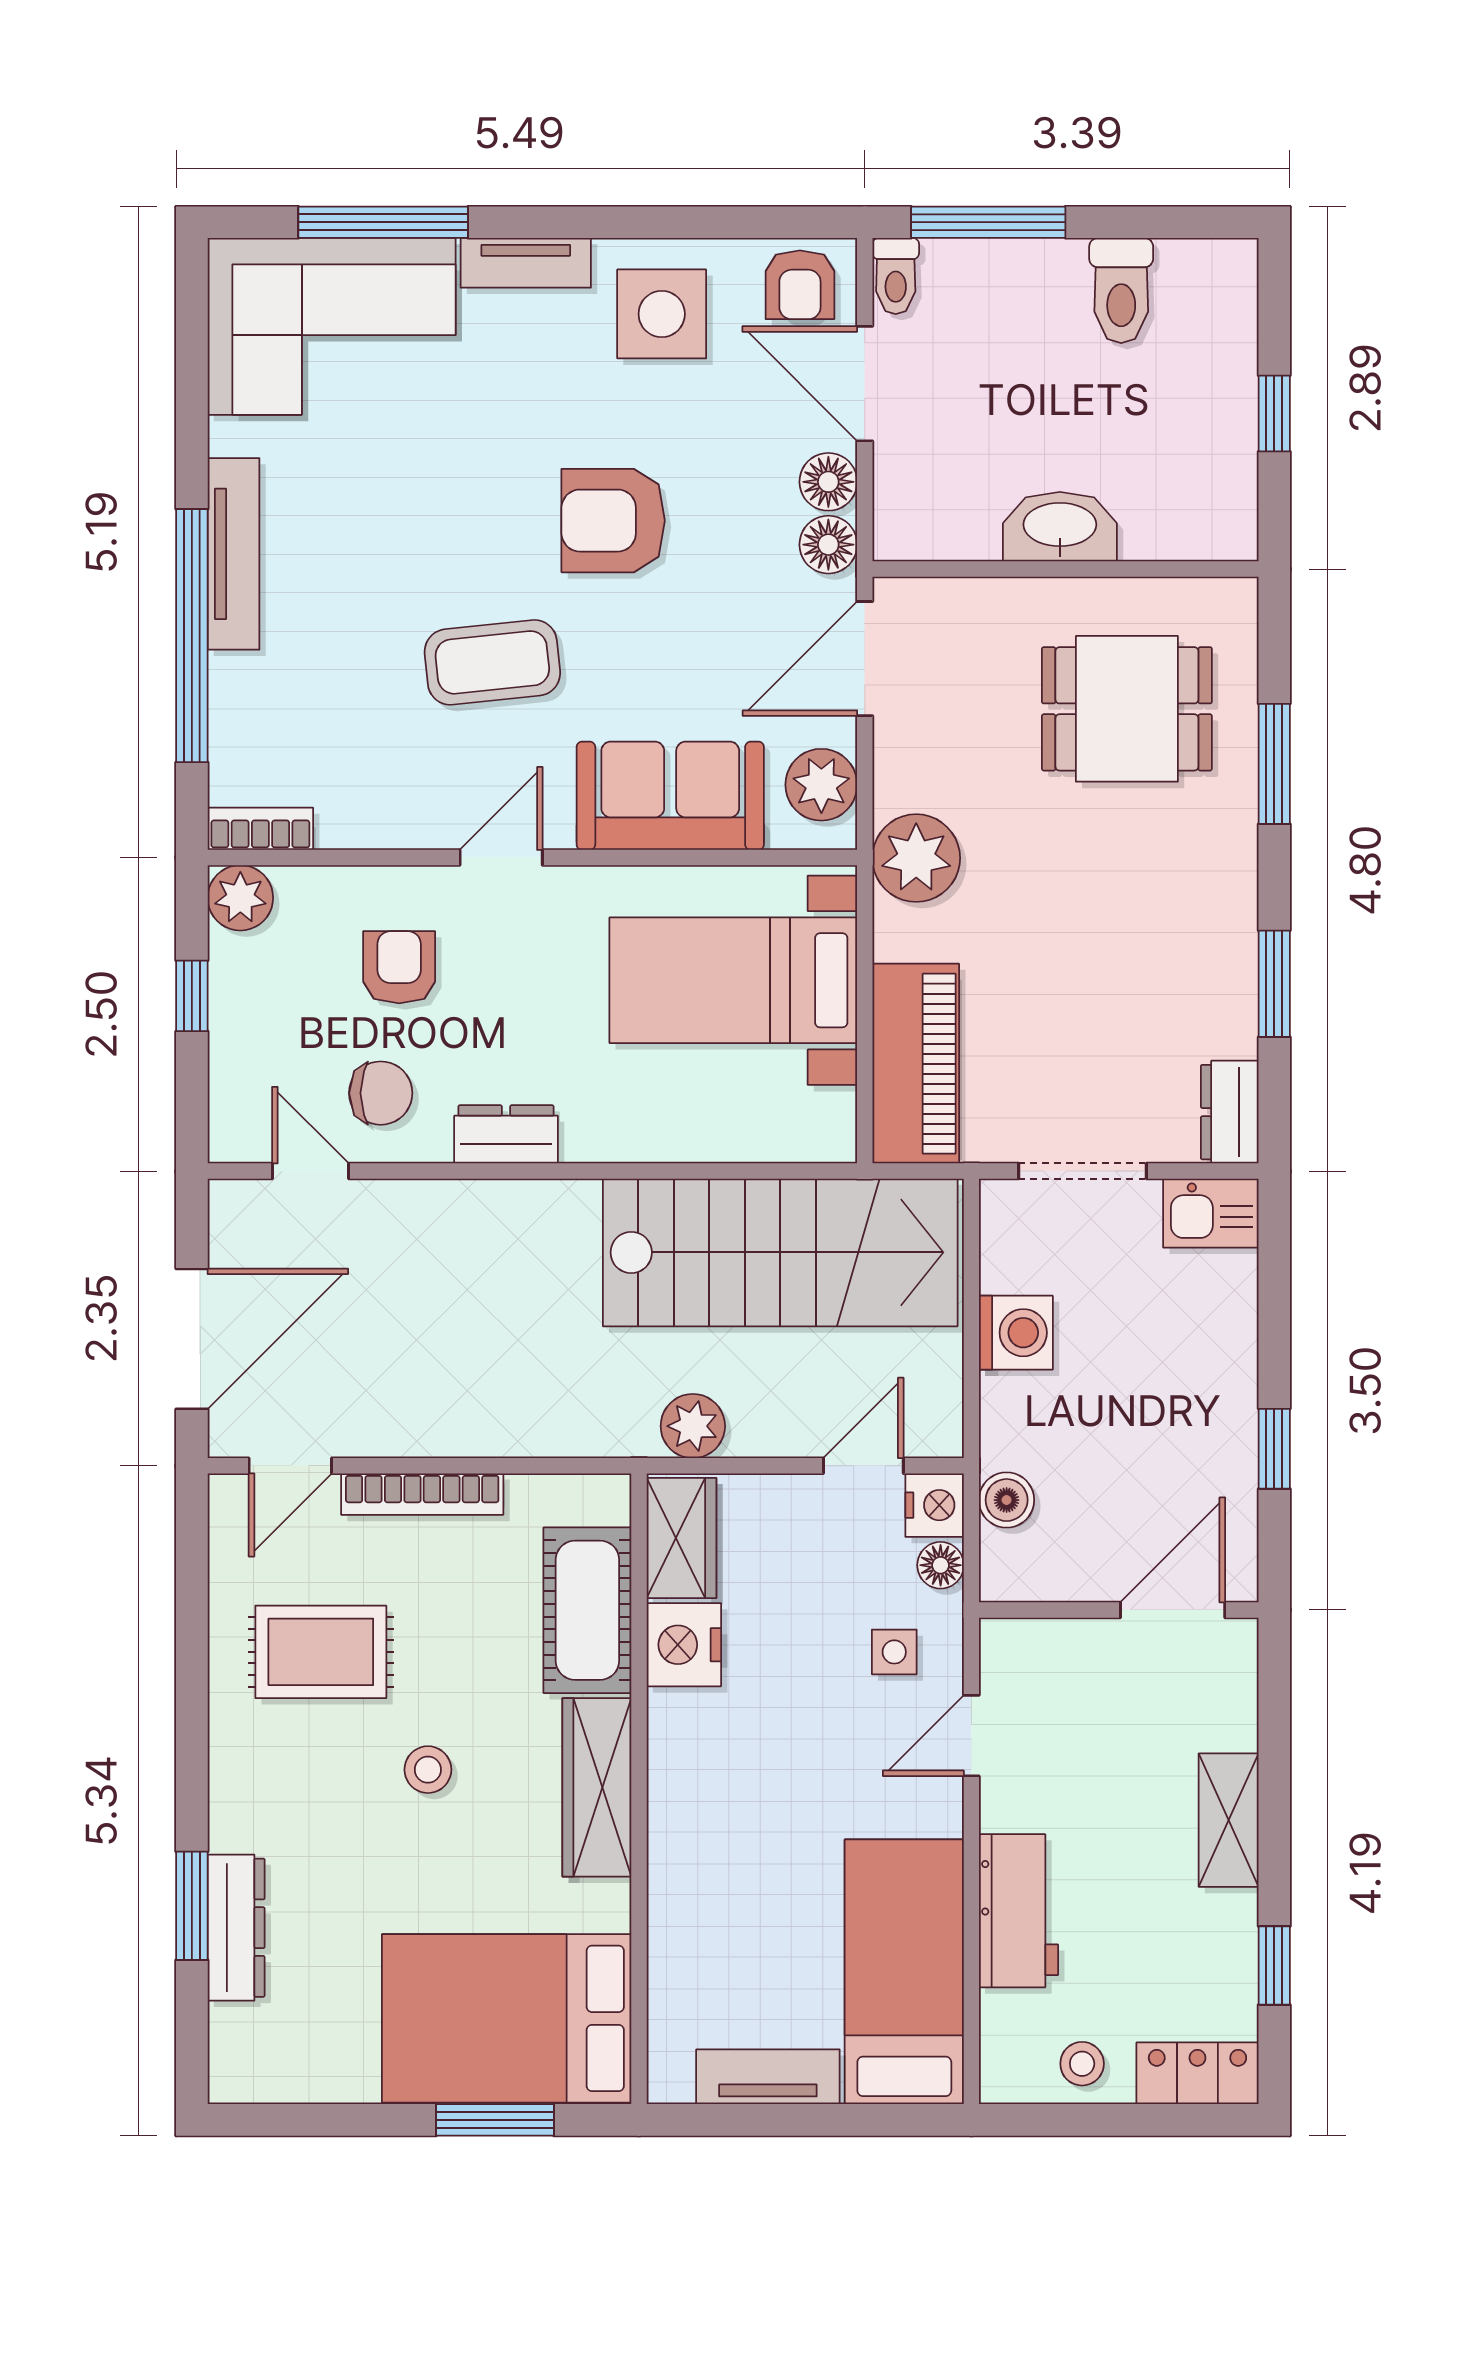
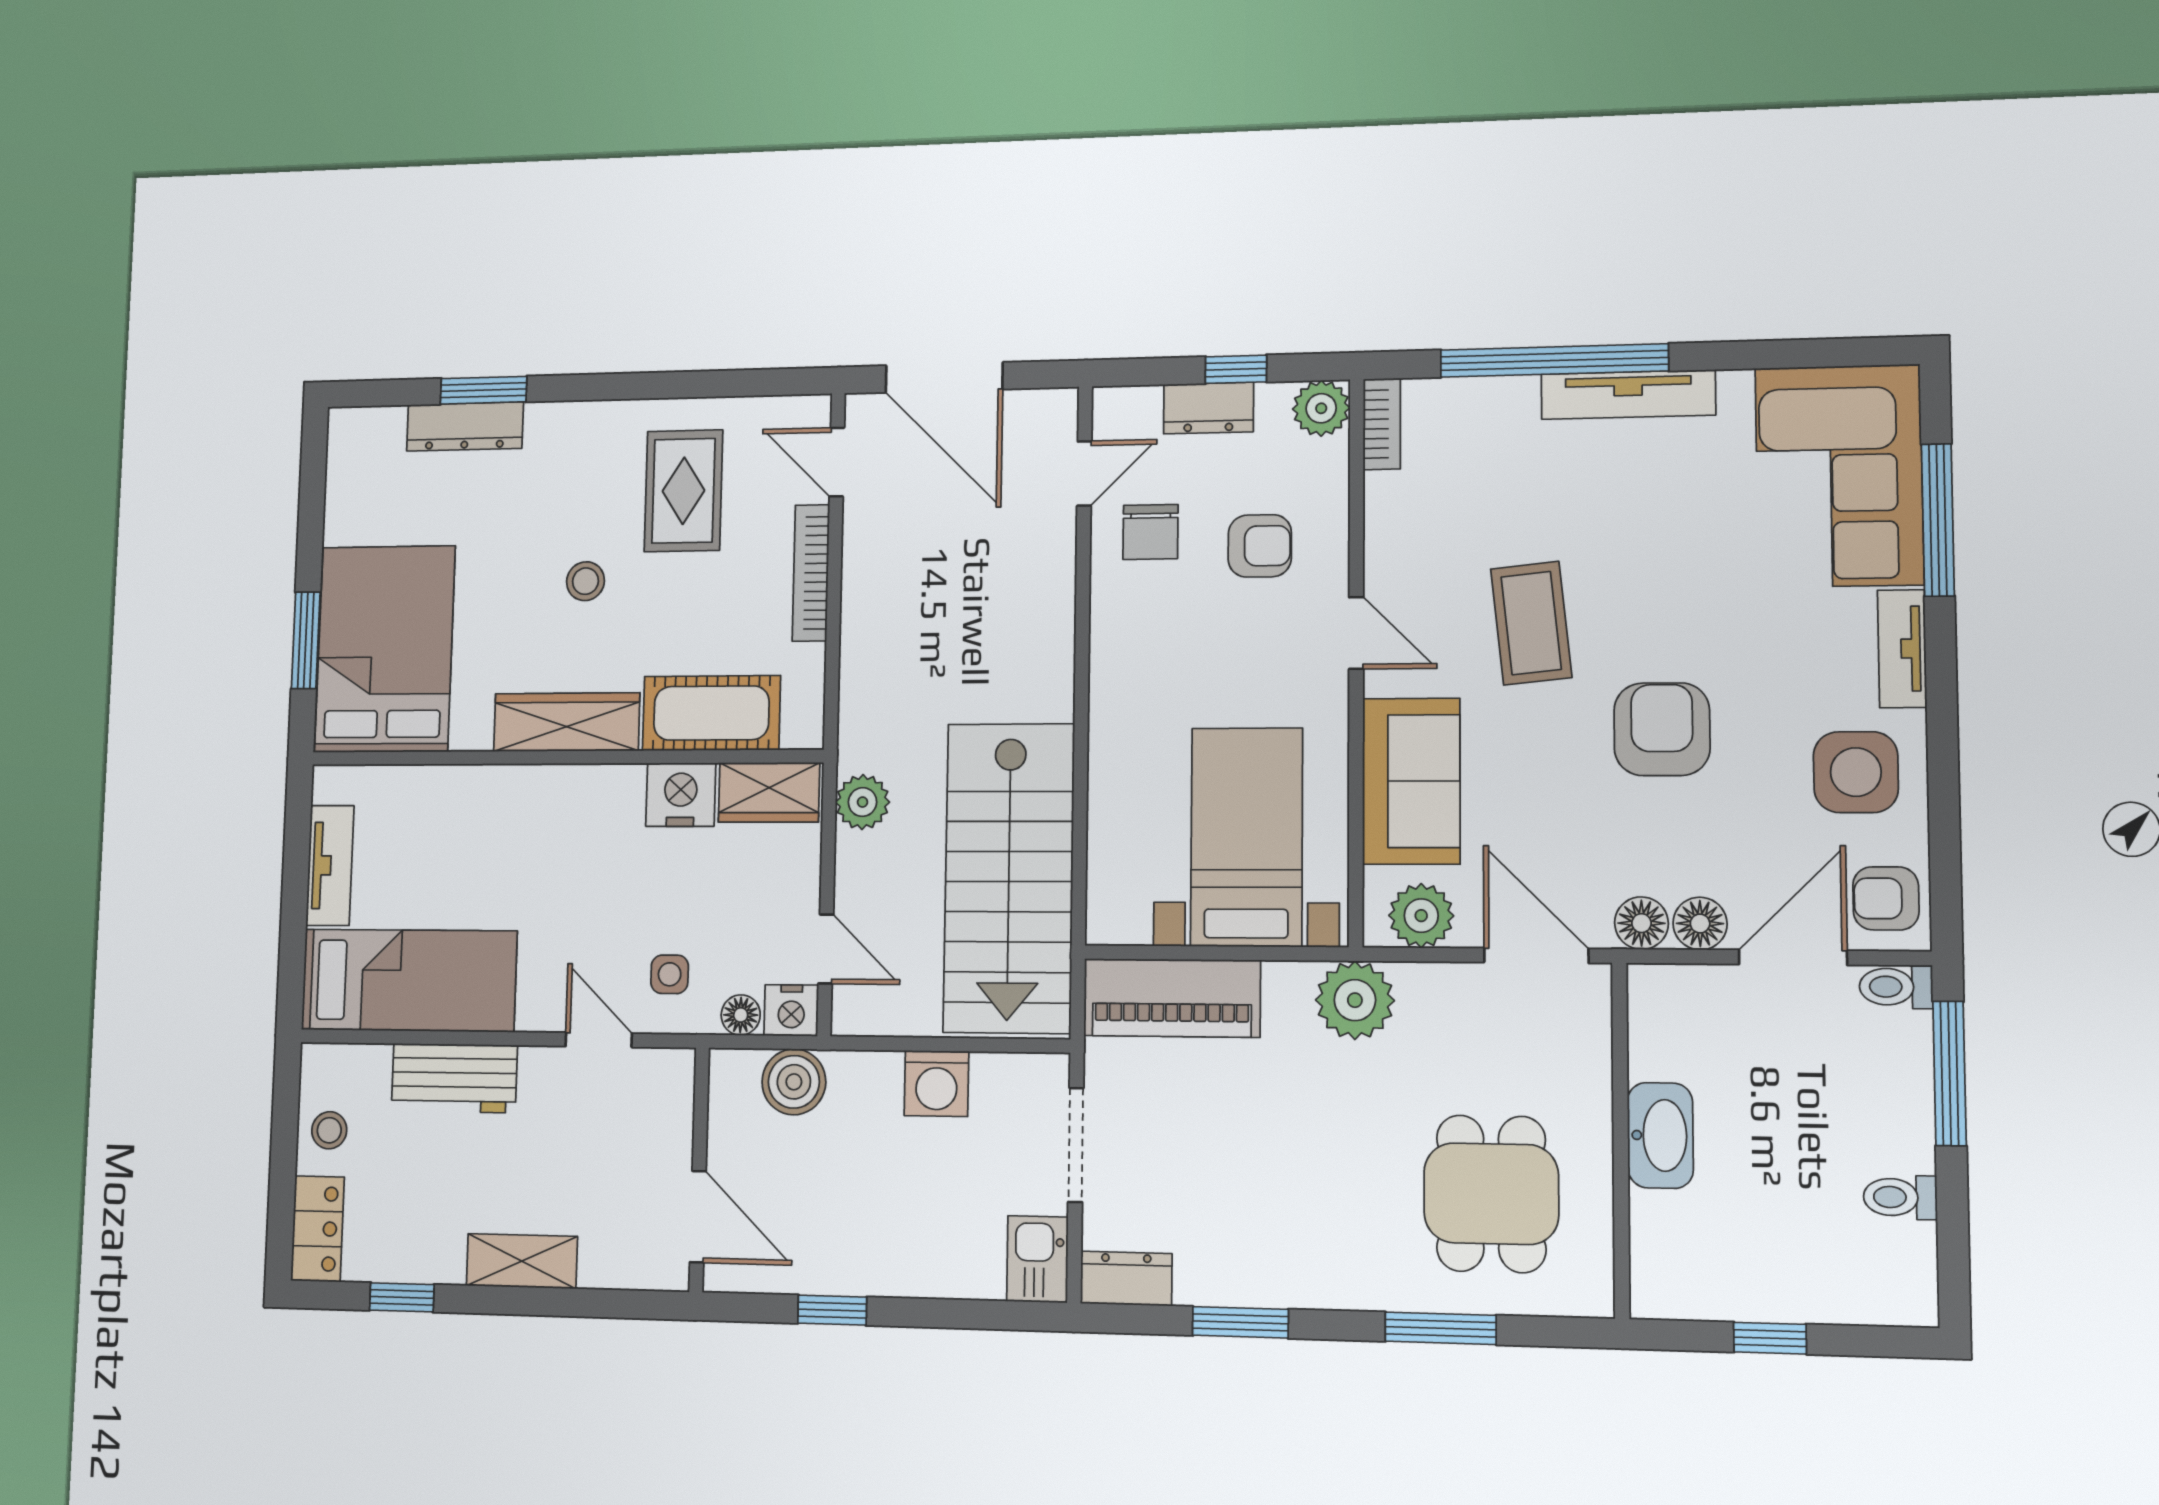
toilet: (1121, 291) -> (1900, 1197), width x0.73, depth x0.72
dresser: (506, 1134) -> (1208, 408), moved, turned 90
boiler: (1007, 1500) -> (794, 1082), width x1.36, depth x1.36

